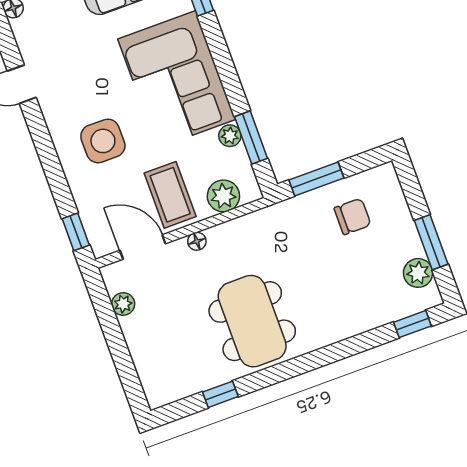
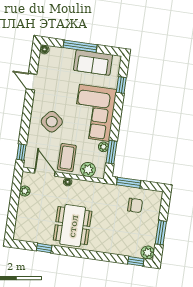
side table: (103, 141) -> (52, 122), turned 38
plant: (418, 273) -> (148, 252), moved

